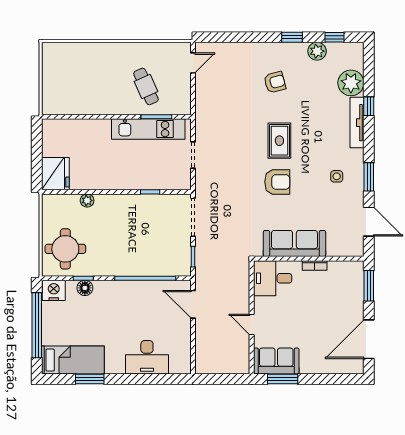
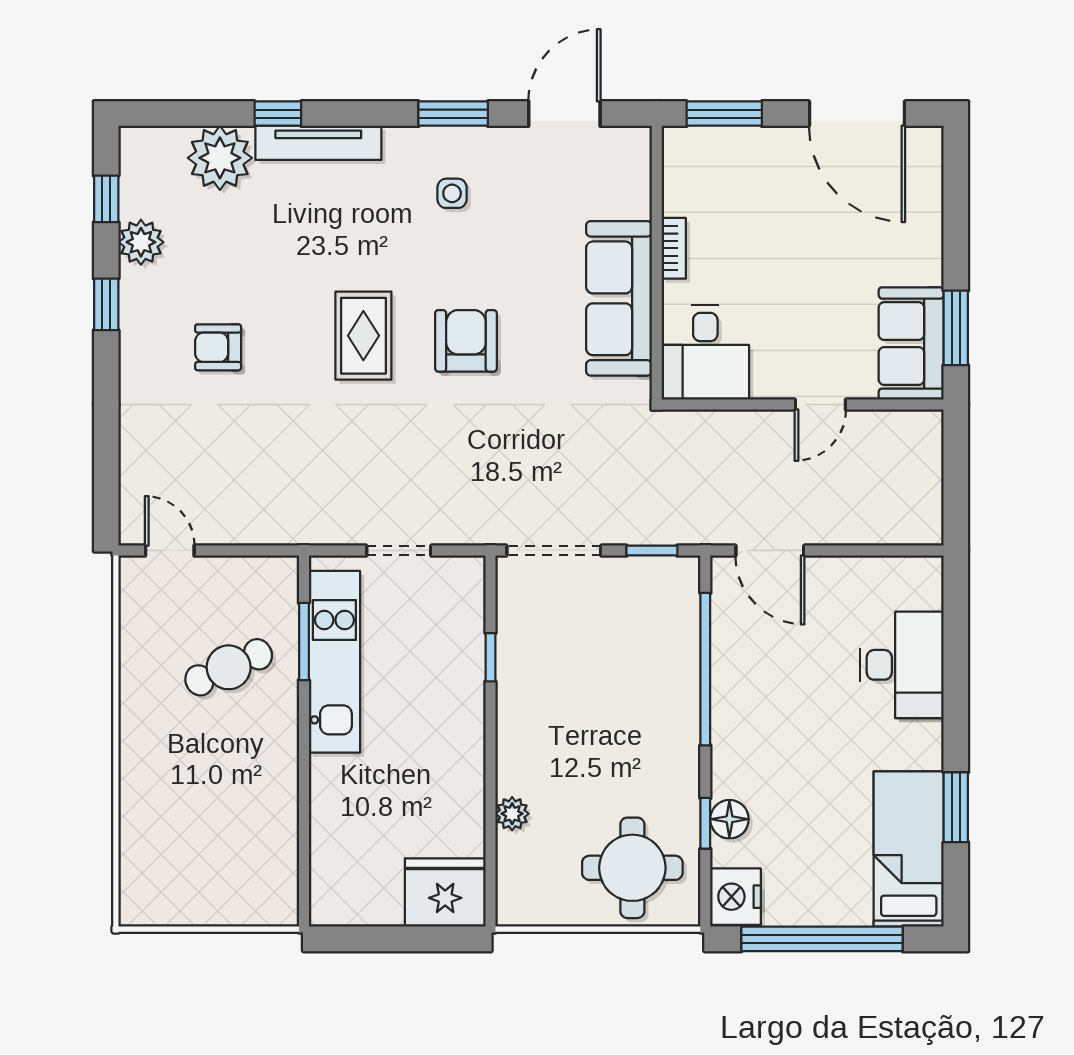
armchair: (275, 82) -> (218, 347), turned -75
rug: (279, 141) -> (363, 336), turned 90
door: (193, 304) -> (770, 551), hinge flipped

